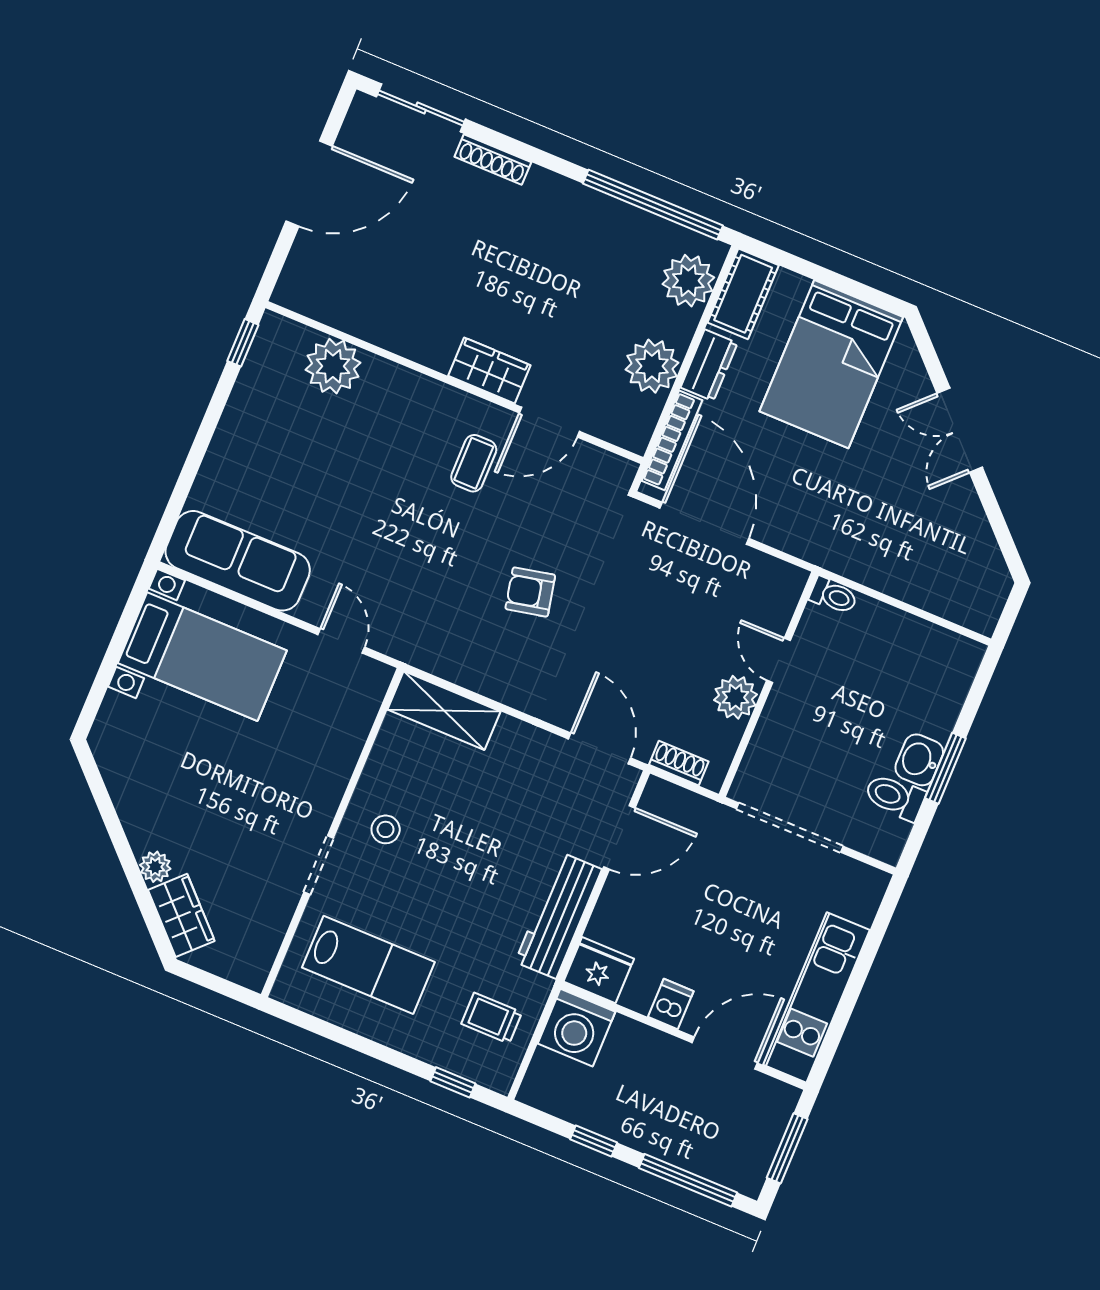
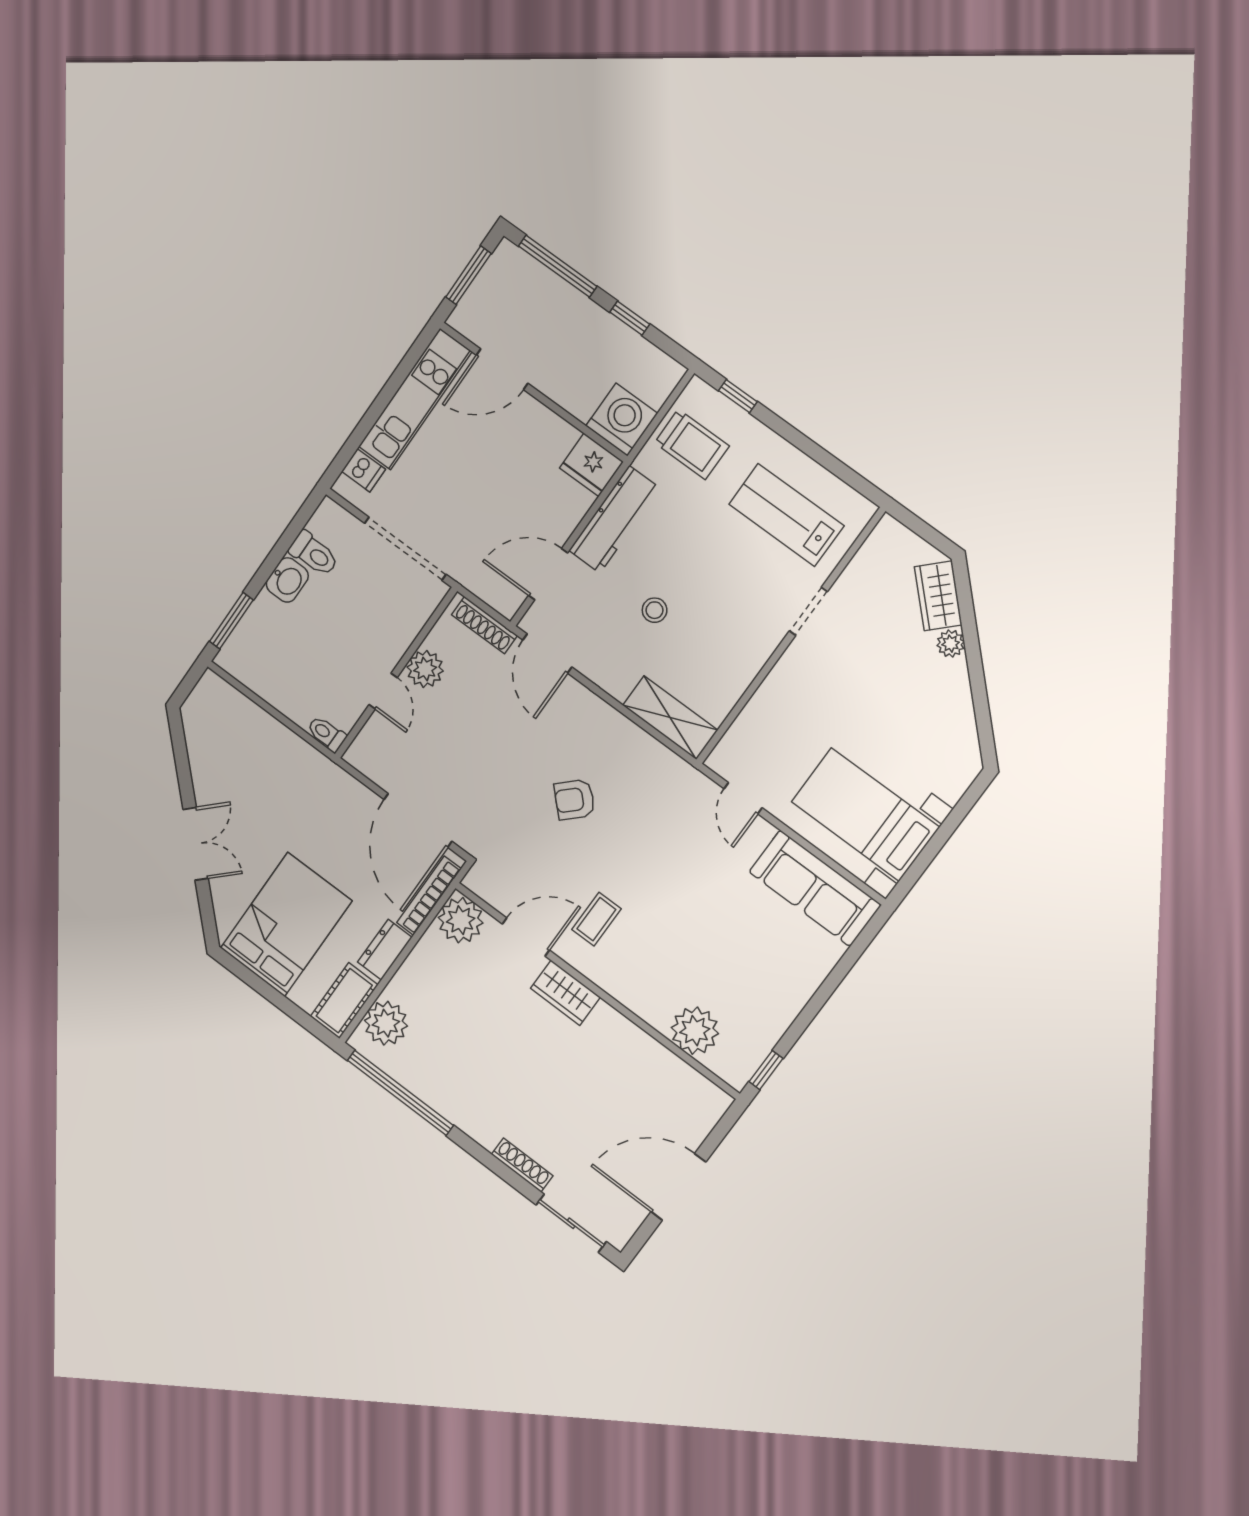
plant: (652, 366) -> (461, 920), moved
armchair: (530, 592) -> (575, 799), turned 147
shoe rack: (679, 763) -> (484, 625), width x1.43
window: (945, 768) -> (231, 621), moved
stool: (386, 829) -> (655, 610), moved
dishwasher: (671, 1004) -> (364, 470), moved, turned -90
trolley: (492, 1018) -> (692, 444), width x1.36, depth x1.39

